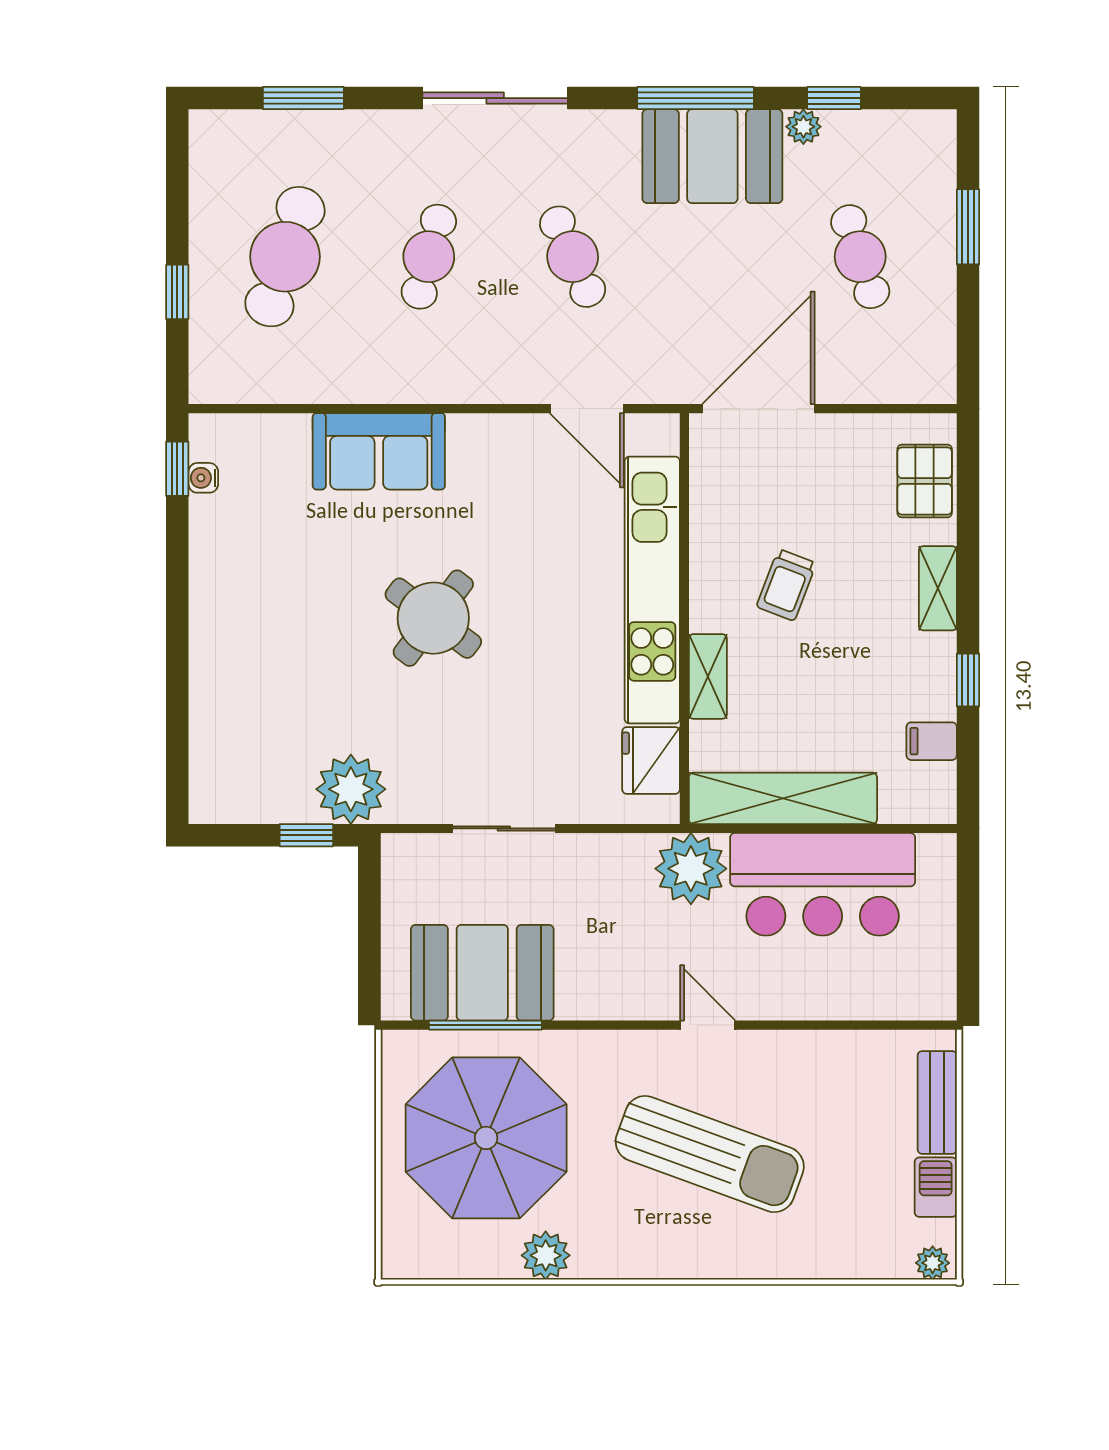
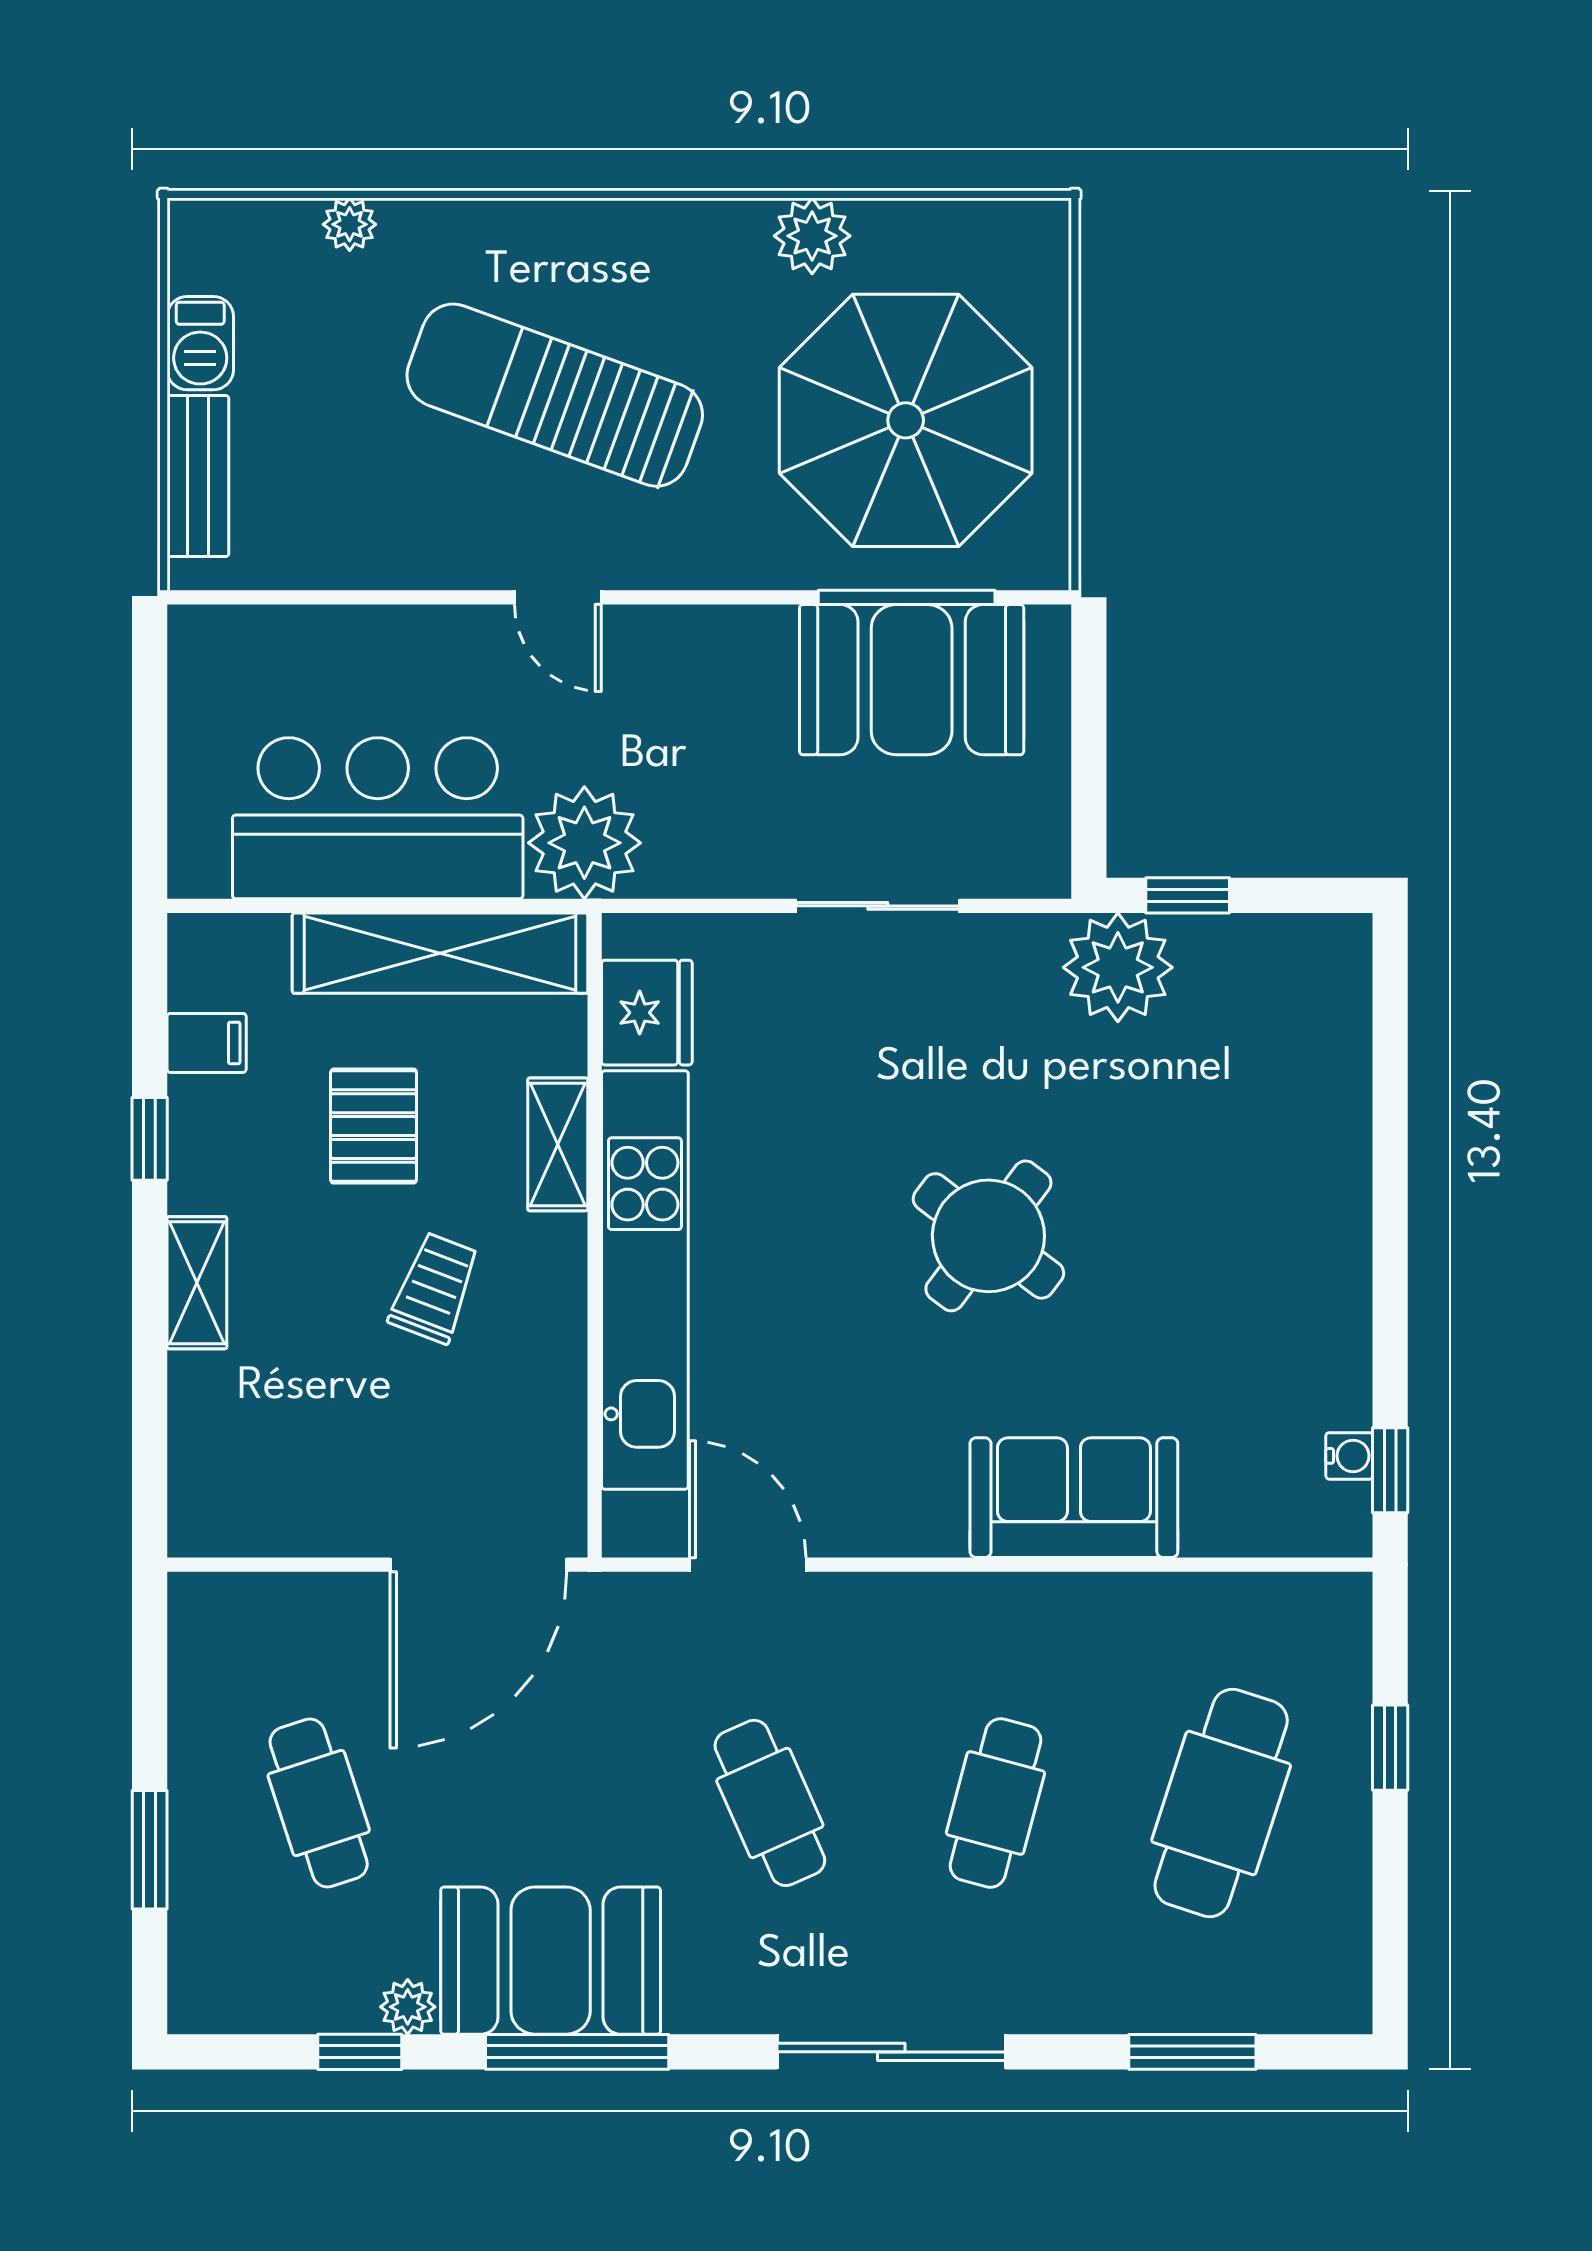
pallet: (925, 481) -> (374, 1126), moved
plant: (933, 1263) -> (350, 224), moved

